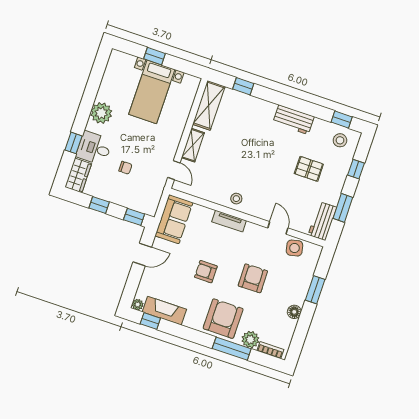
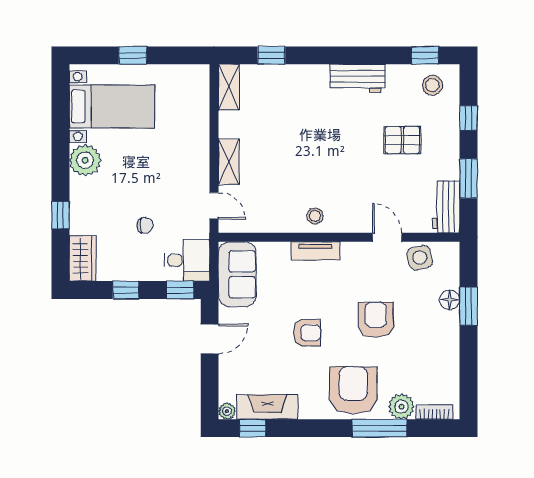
bed with nightstands: (152, 92) -> (112, 107), moved, turned -90
shelving: (209, 105) -> (229, 87), width x0.67, depth x0.75
desk: (94, 148) -> (187, 260), moved, turned 180
armchair: (206, 272) -> (307, 333), turned 180
floor lamp: (294, 312) -> (450, 300), moved

